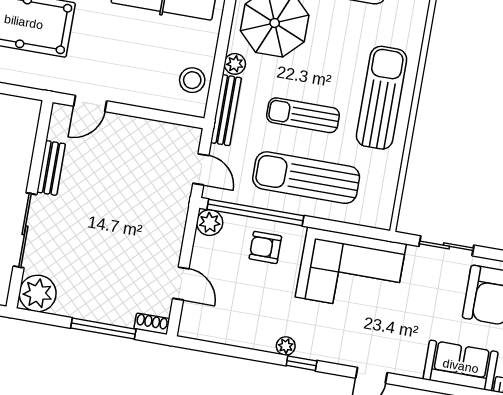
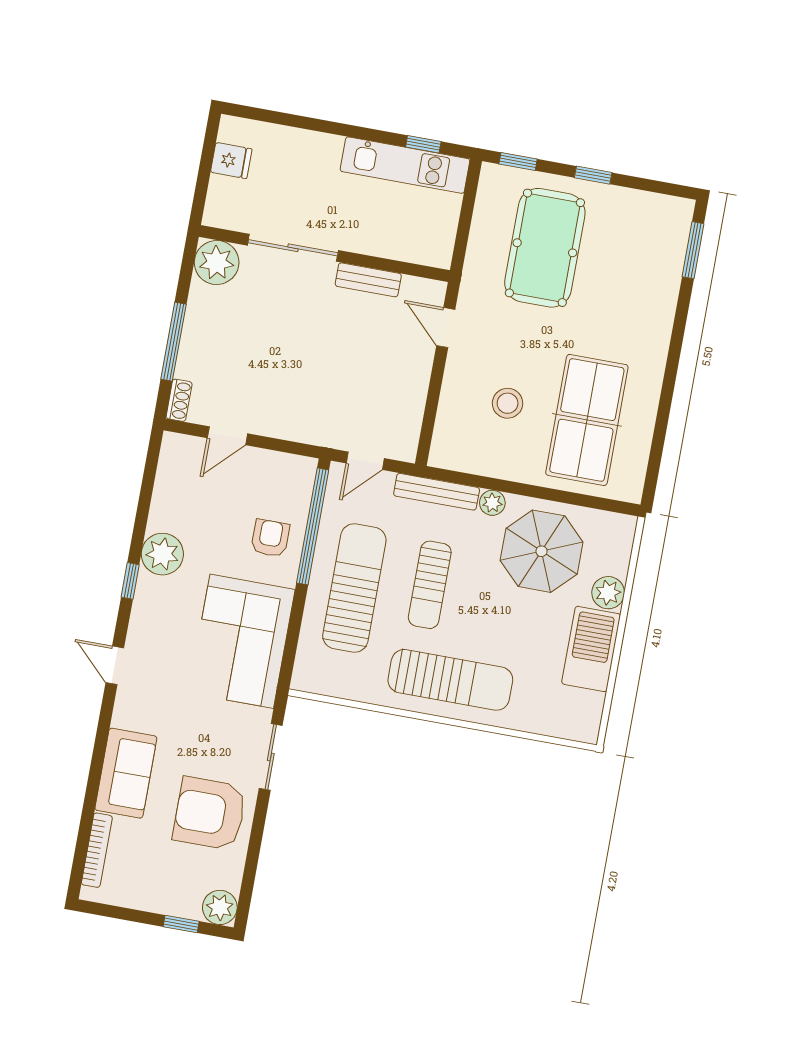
stool: (192, 80) -> (508, 403), moved
sun lounger: (303, 115) -> (430, 585), turned 180
plant: (210, 223) -> (301, 471), removed
plant: (286, 346) -> (162, 554), width x1.87, depth x1.87

